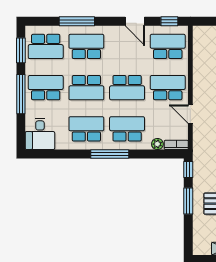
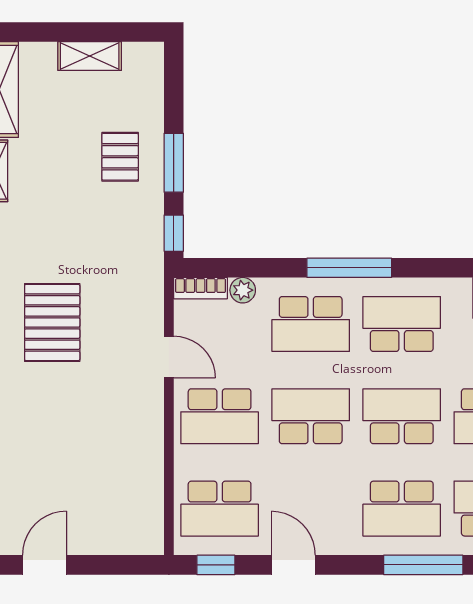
school desk: (86, 129) -> (402, 324), turned 180

